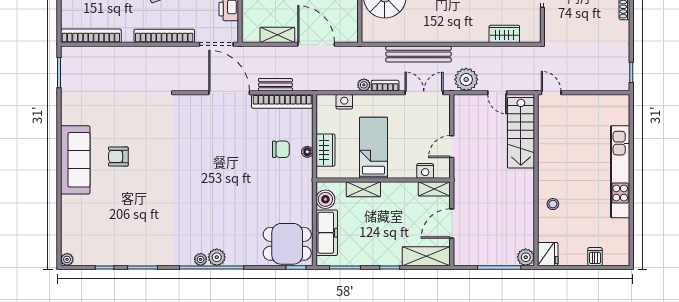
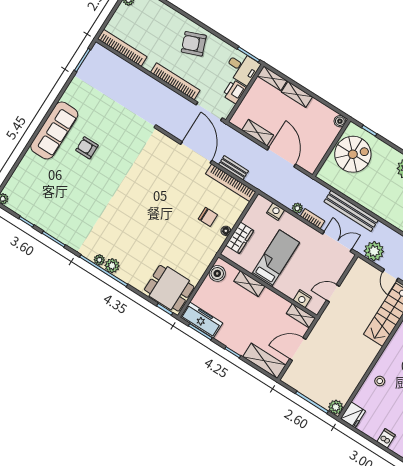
freezer: (327, 233) -> (201, 320), moved, turned -90

